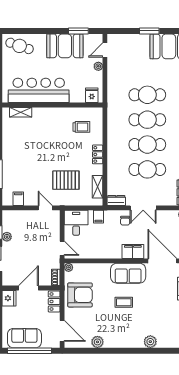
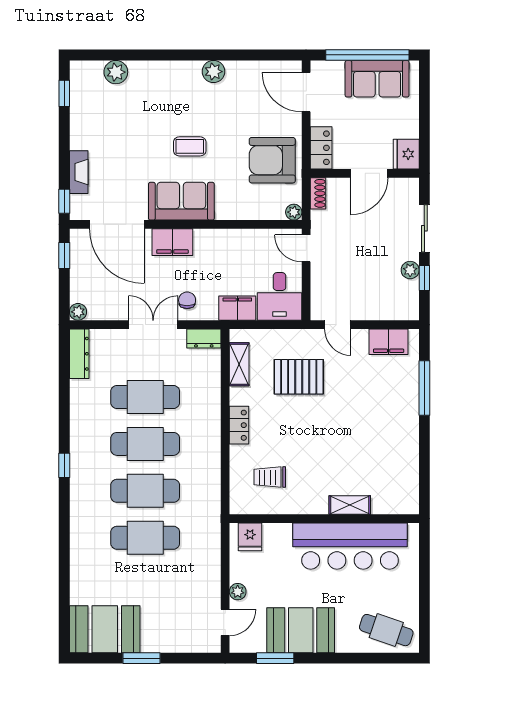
shelving: (21, 112) -> (350, 505), moved
filing cabinet: (18, 199) -> (389, 342), width x2.00
filing cabinet: (98, 217) -> (237, 308), width x2.00
plant: (97, 342) -> (213, 72), moved
plant: (150, 342) -> (116, 72), moved

